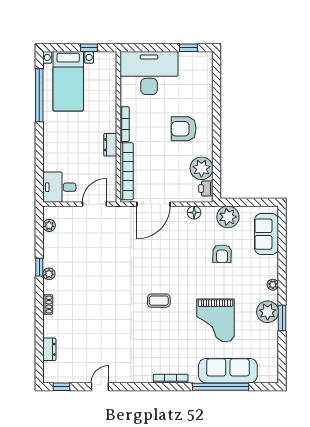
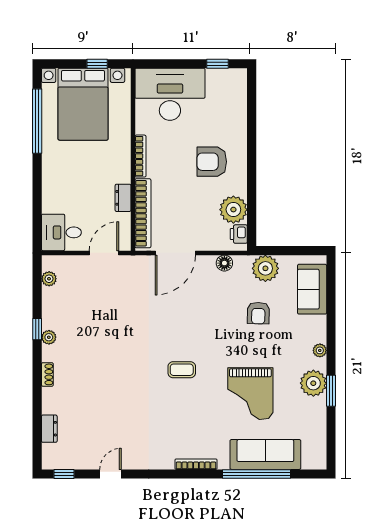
bed with nightstands: (68, 81) -> (83, 104), width x1.36
dresser: (110, 145) -> (123, 198), moved

